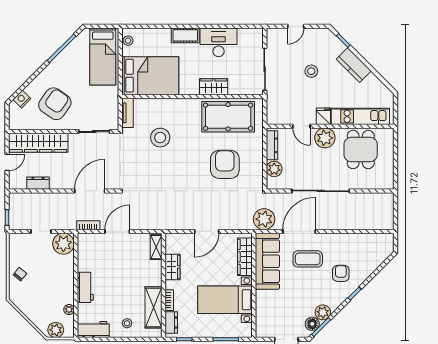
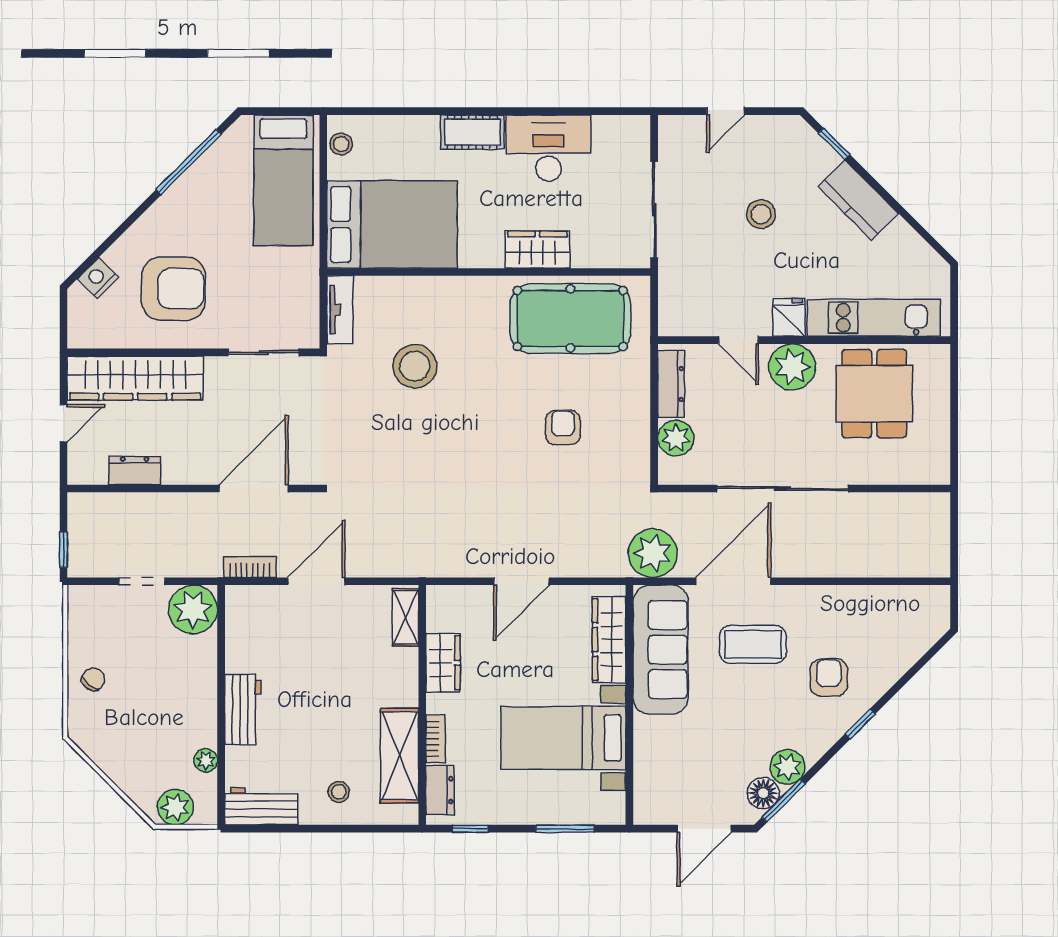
armchair: (55, 104) -> (173, 289), turned 55
armchair: (225, 164) -> (563, 428), width x0.53, depth x0.53

